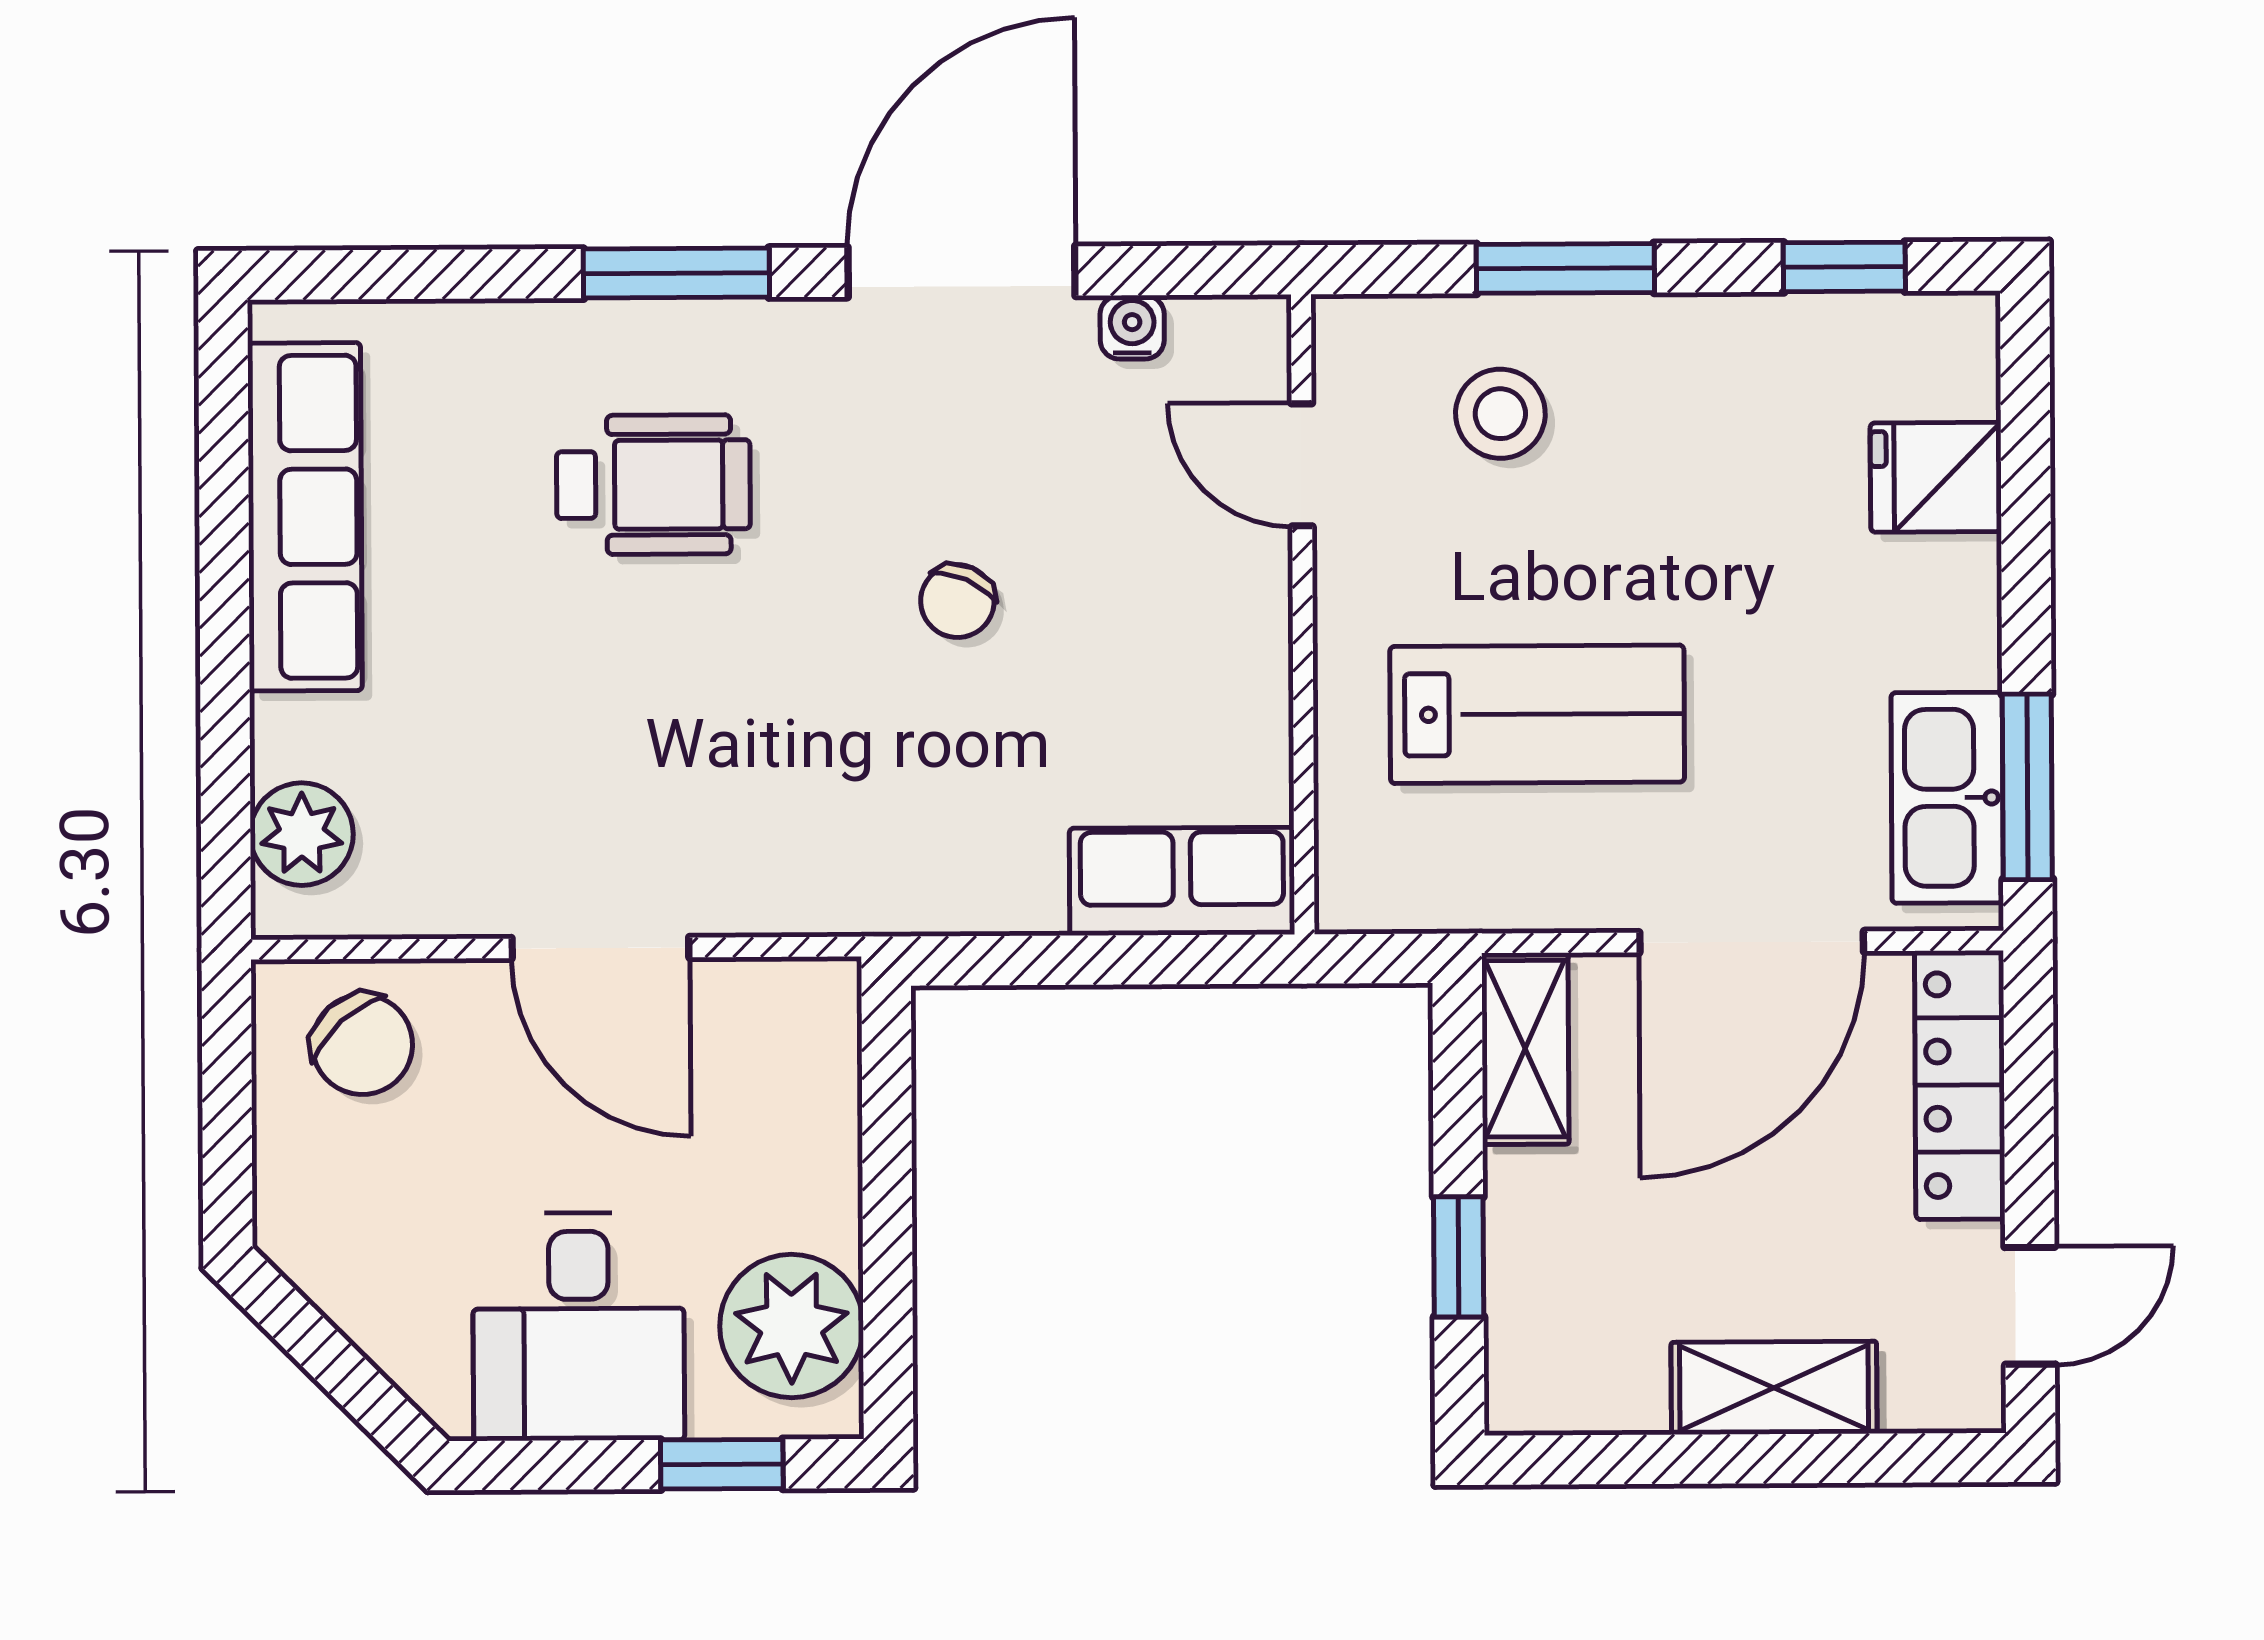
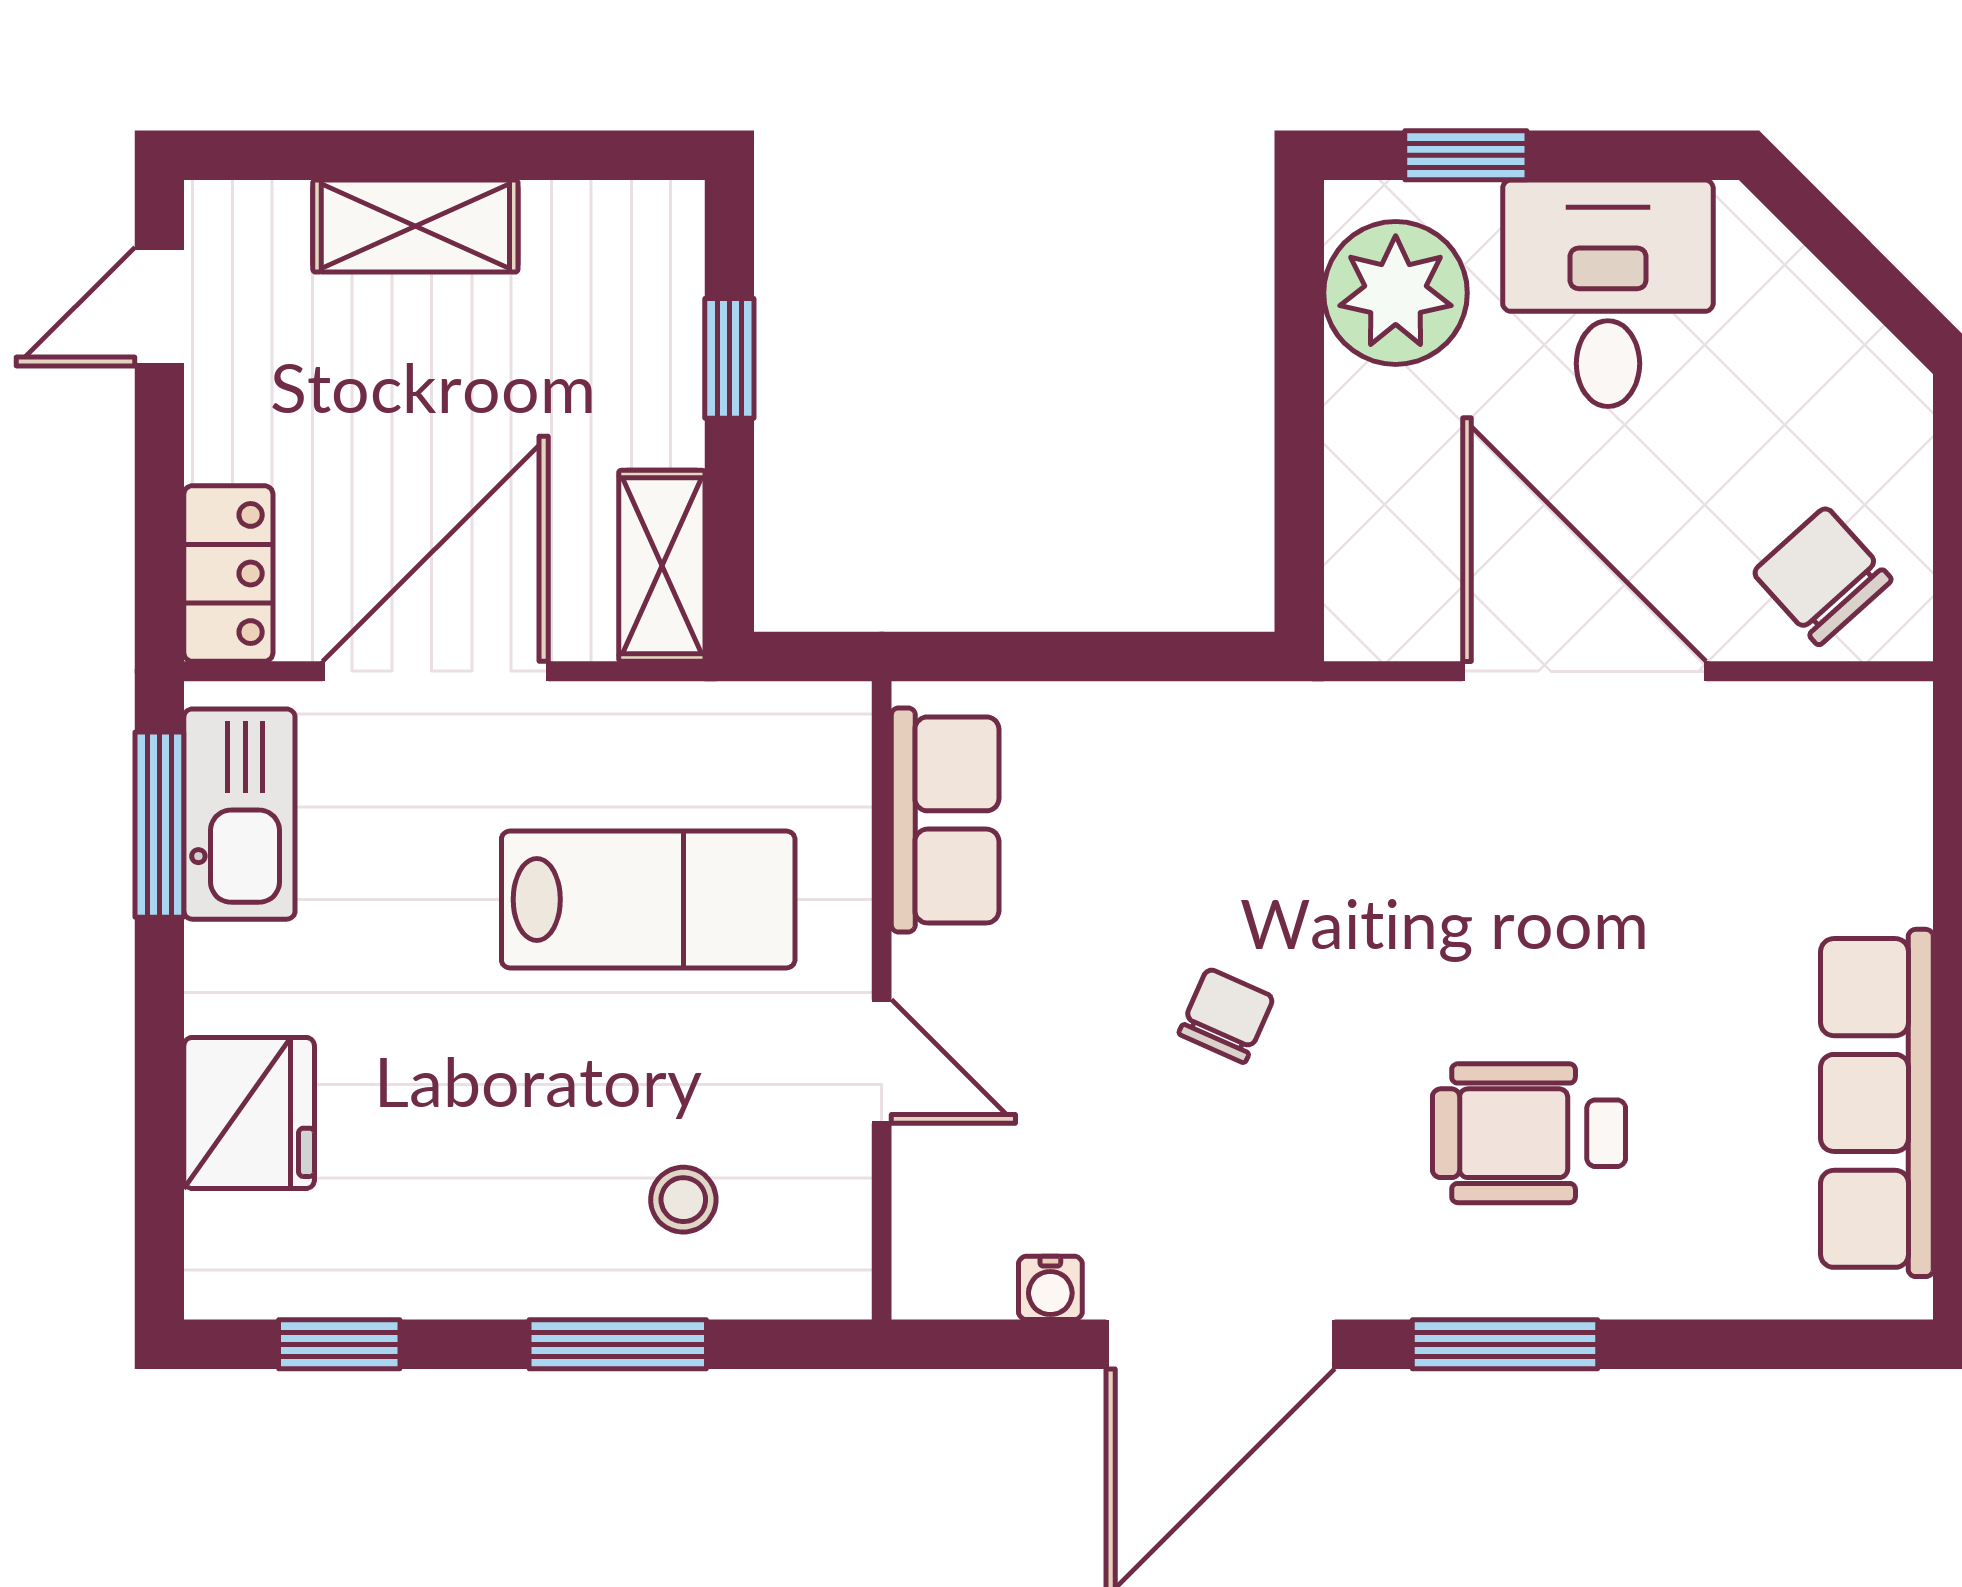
stool: (1500, 414) -> (683, 1200), width x0.73, depth x0.73
door: (1302, 465) -> (882, 1061), moved
fridge: (1936, 477) -> (249, 1113), width x1.38
lab bench: (1537, 714) -> (648, 899), turned 180
plant: (302, 834) -> (1882, 786), removed
row of seats: (1182, 881) -> (945, 820), moved, turned -90
door: (600, 948) -> (1584, 671), width x1.36
locker: (1960, 1085) -> (228, 573), width x0.66

